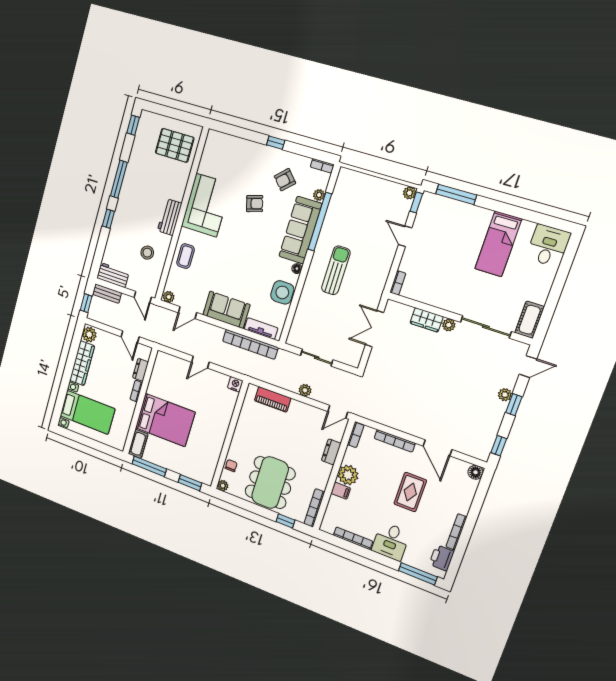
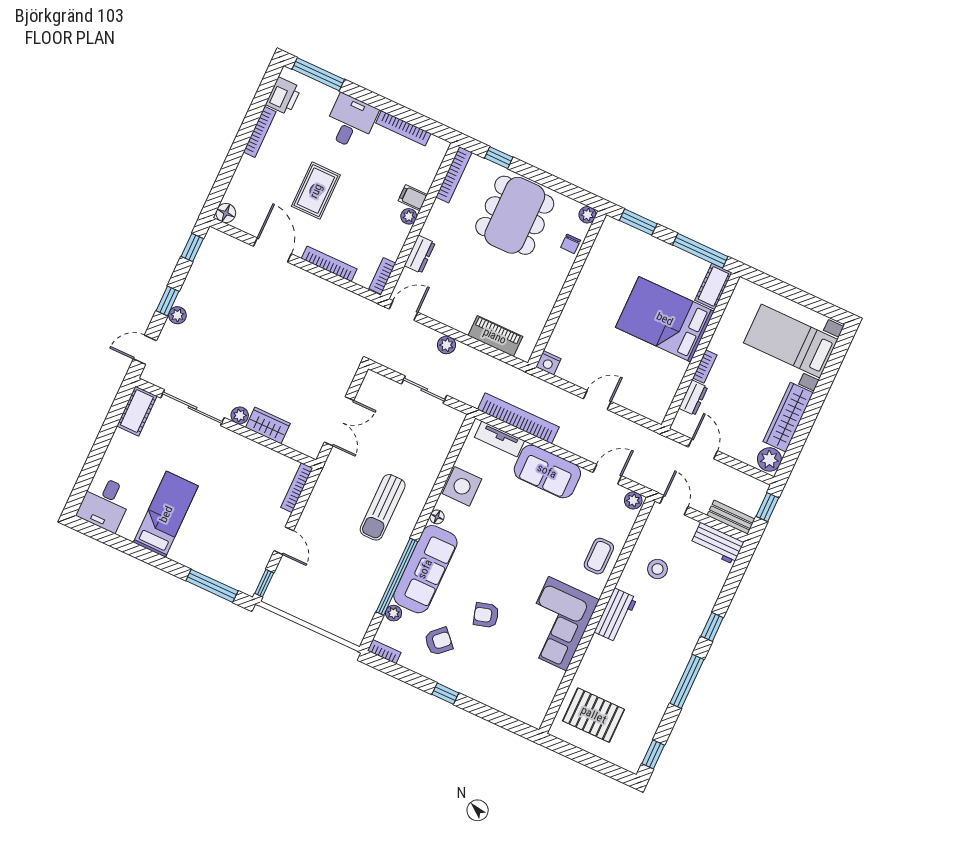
plant: (409, 193) -> (272, 597), removed
bookcase: (398, 283) -> (297, 488), width x1.56
plant: (348, 475) -> (409, 216), width x0.53, depth x0.53

